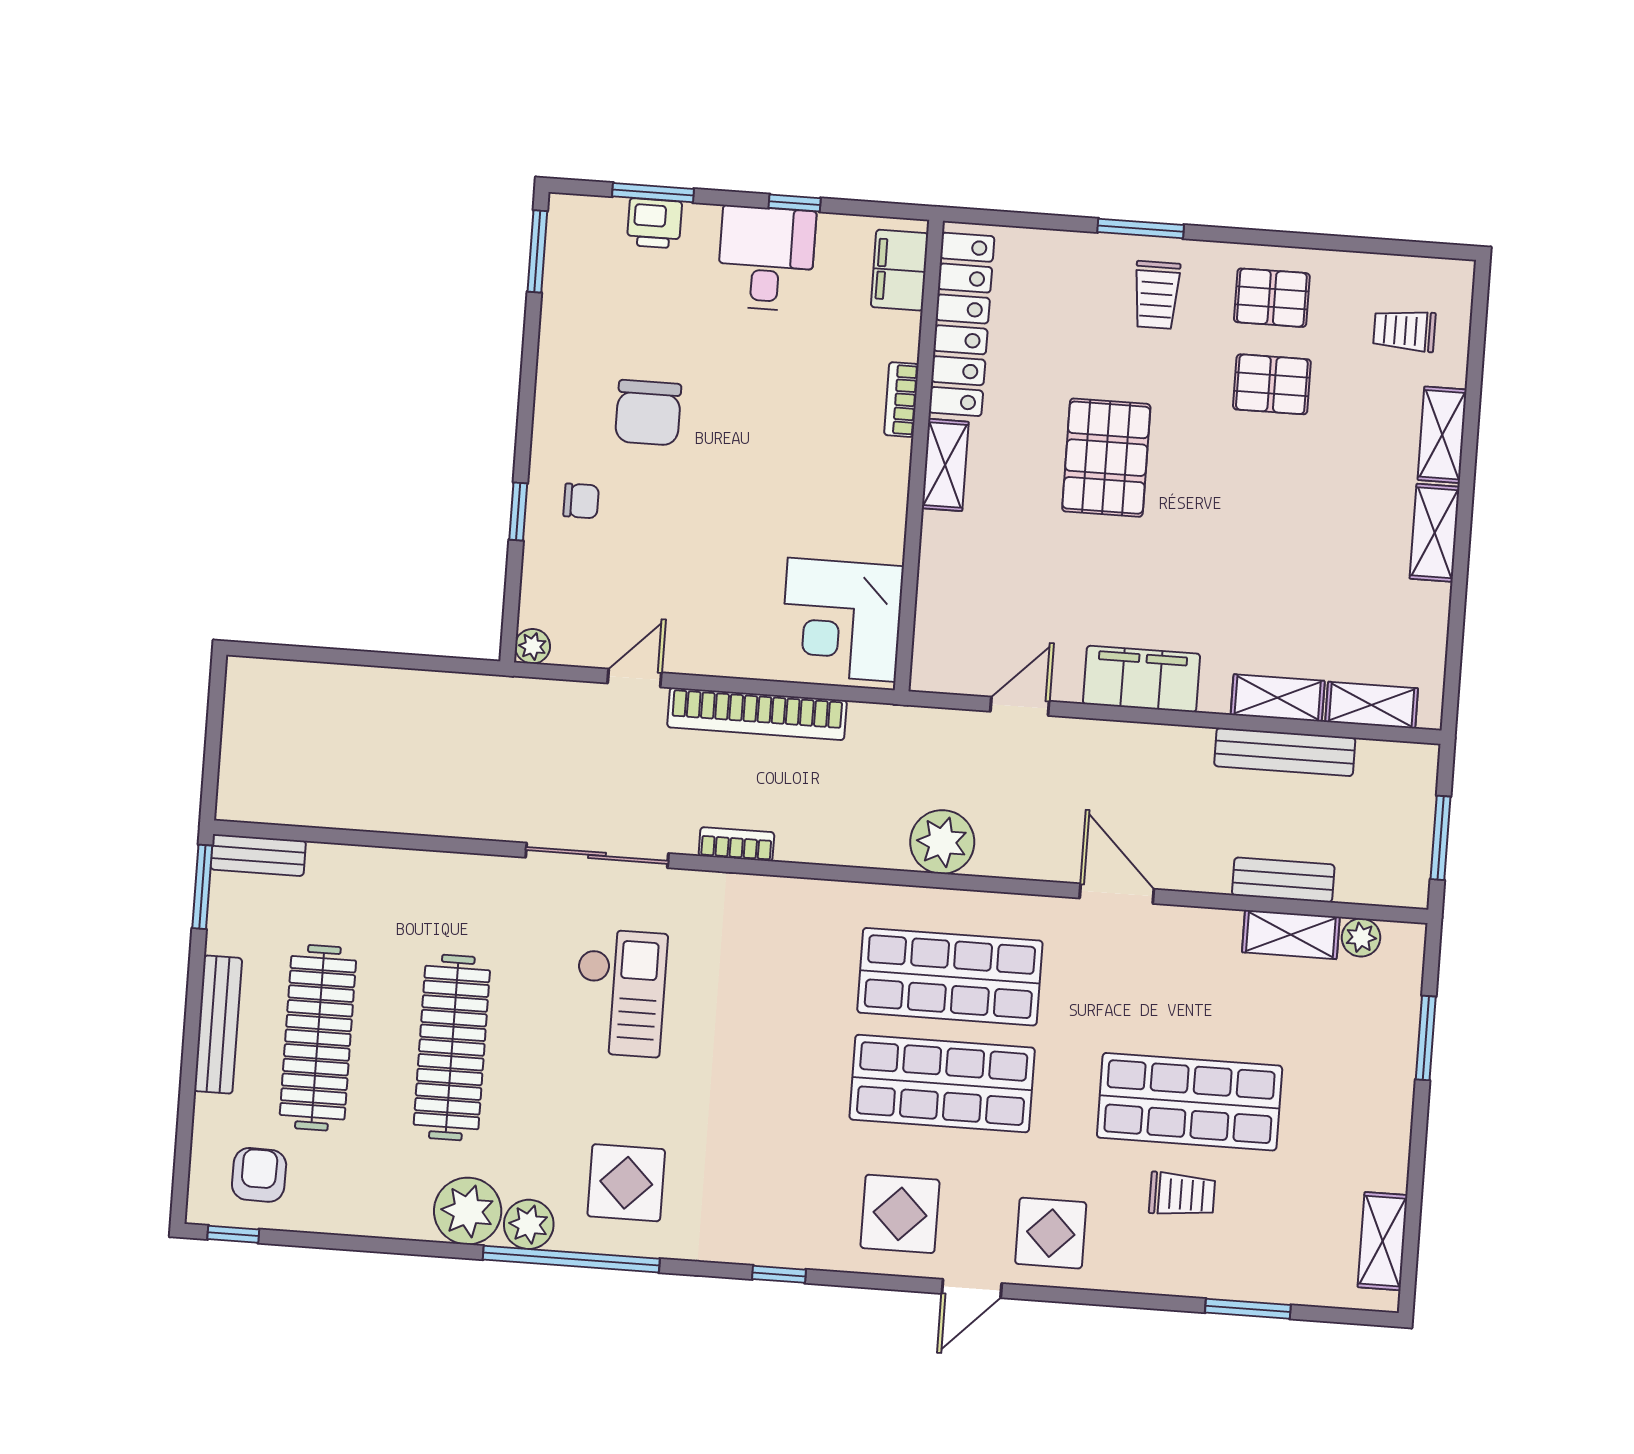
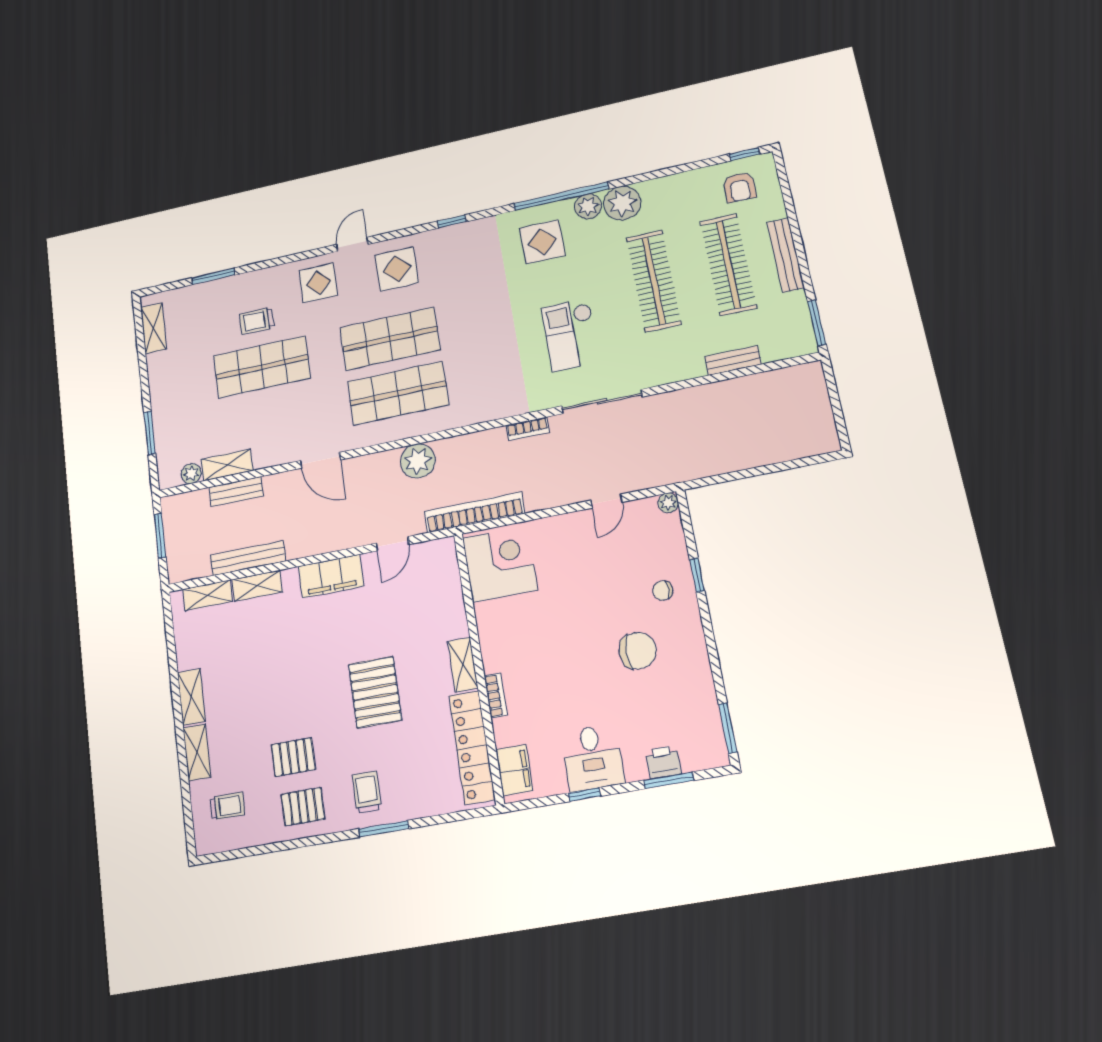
chair: (648, 413) -> (638, 651), turned 90
bookcase: (757, 714) -> (474, 512), moved
bench: (258, 855) -> (733, 360), moved

